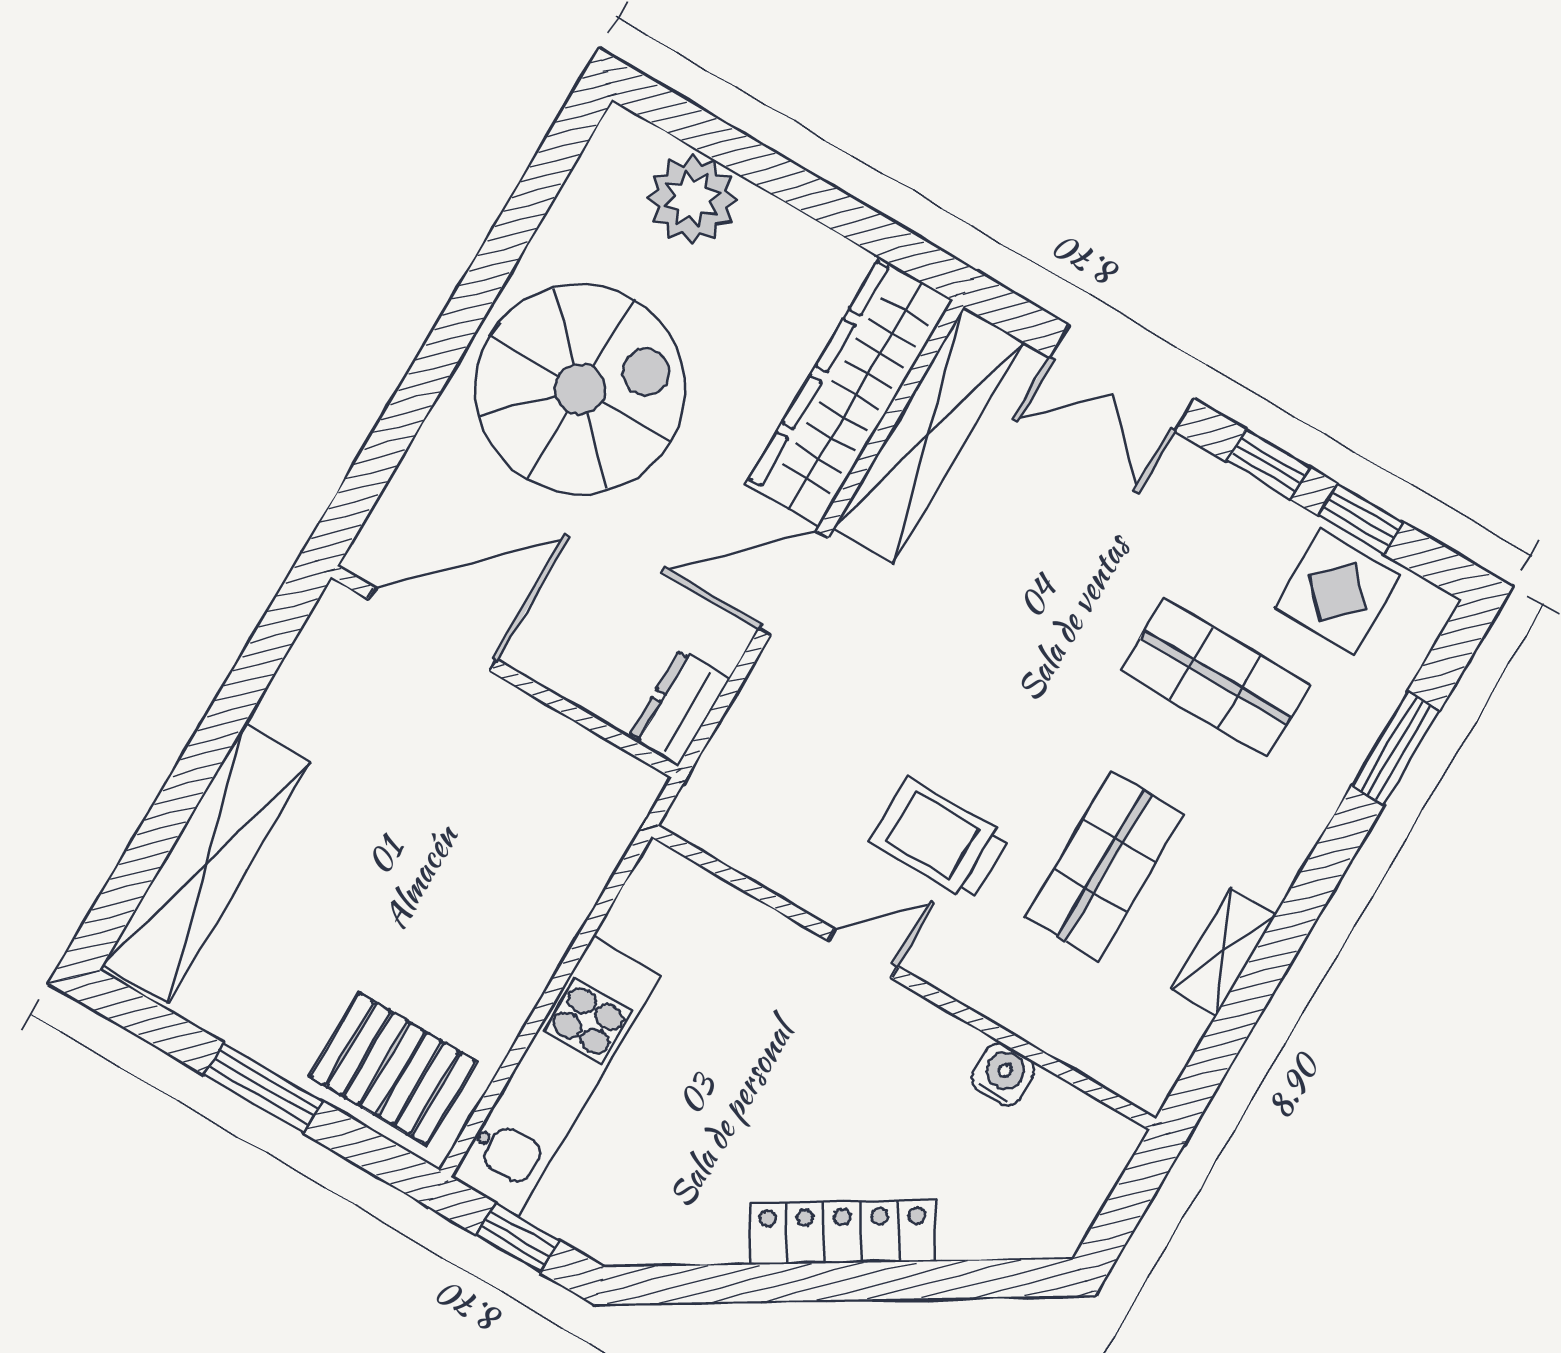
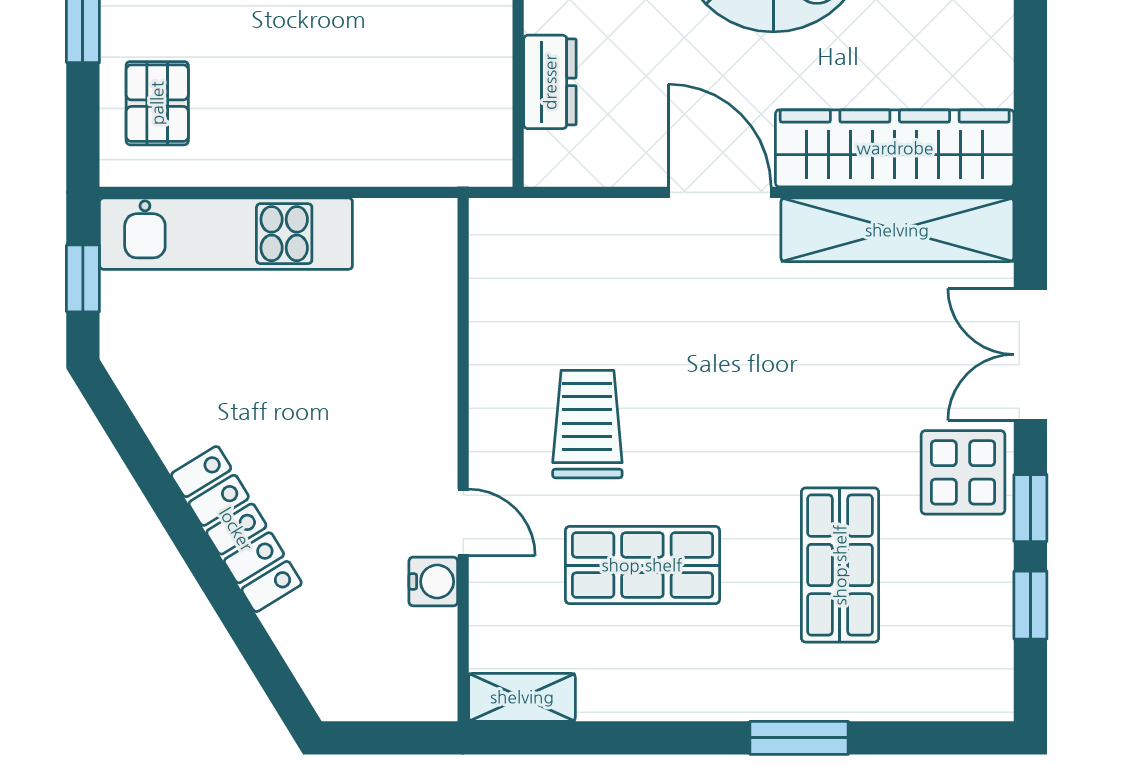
display table: (1337, 592) -> (963, 472), moved
dresser: (679, 708) -> (550, 82), moved, turned 90
window: (1396, 748) -> (799, 738), moved
shelving: (1223, 952) -> (522, 697), moved
door: (863, 953) -> (463, 522), moved
pallet: (393, 1069) -> (157, 103), width x0.67, depth x0.71

